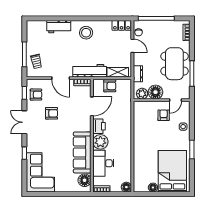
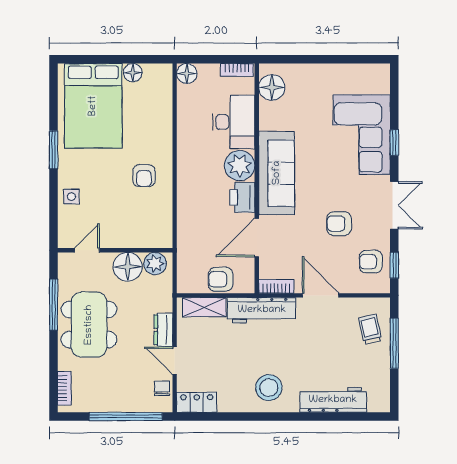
workbench: (59, 27) -> (333, 400), width x1.38
dresser: (138, 74) -> (163, 330), moved
armchair: (164, 115) -> (144, 176), moved
sofa: (82, 152) -> (277, 173), moved
corner sofa: (40, 172) -> (362, 135), moved

